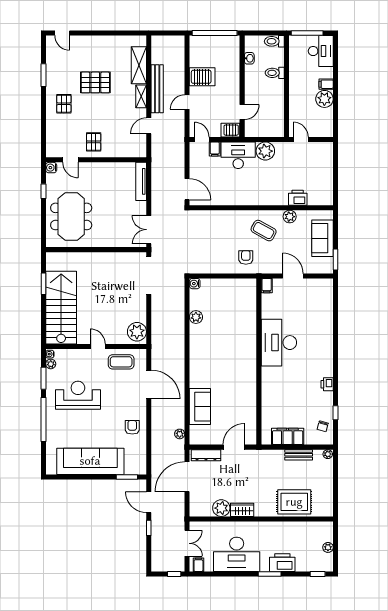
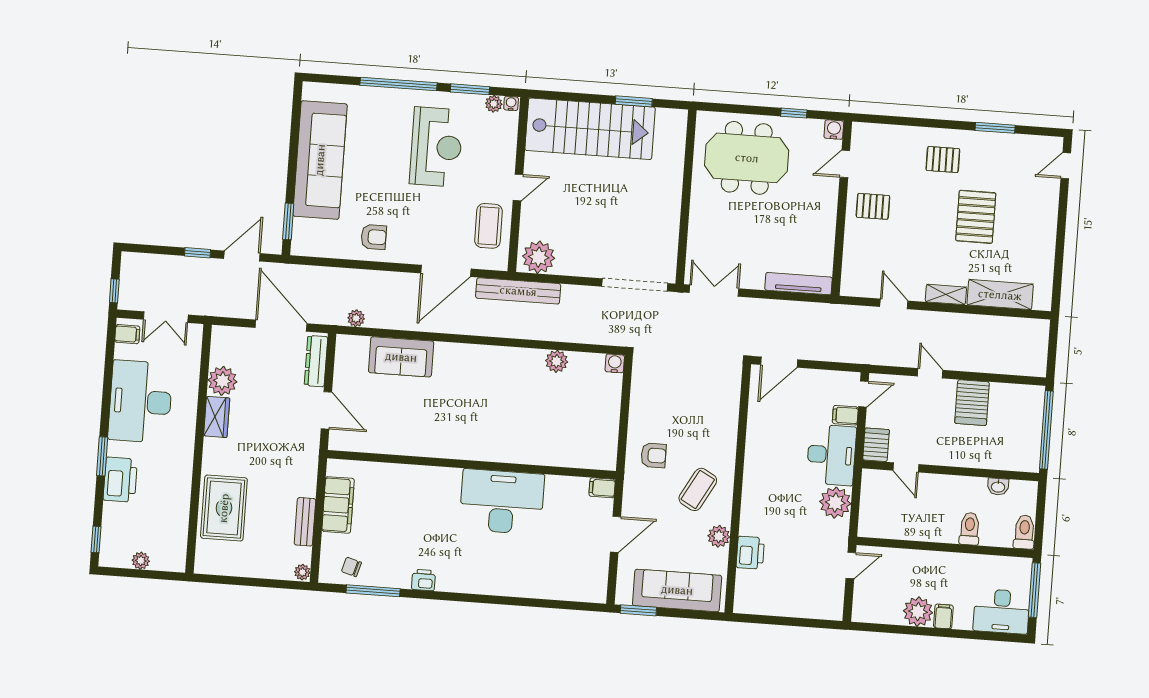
bench: (157, 89) -> (518, 291), moved
sofa: (322, 238) -> (677, 590), width x1.36
window: (335, 413) -> (373, 591), width x2.17

